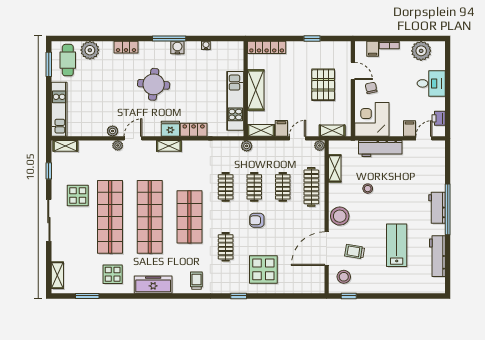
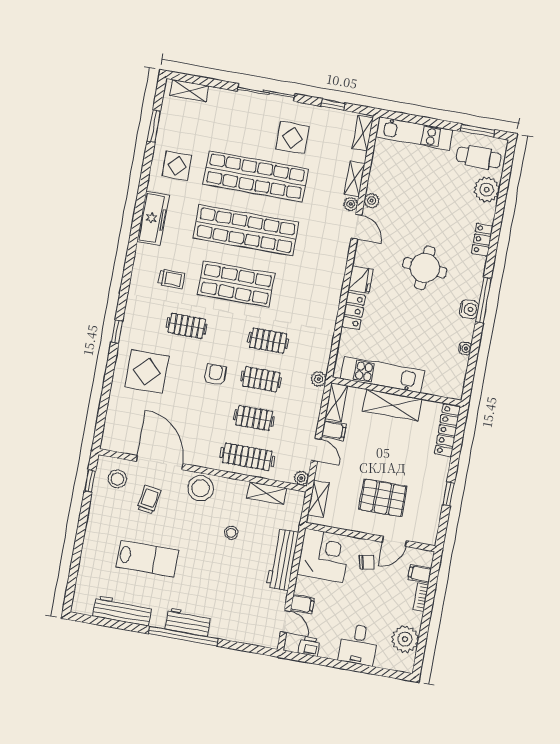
shelving: (169, 146) -> (355, 179), moved
trolley: (196, 281) -> (171, 279), moved

